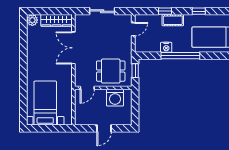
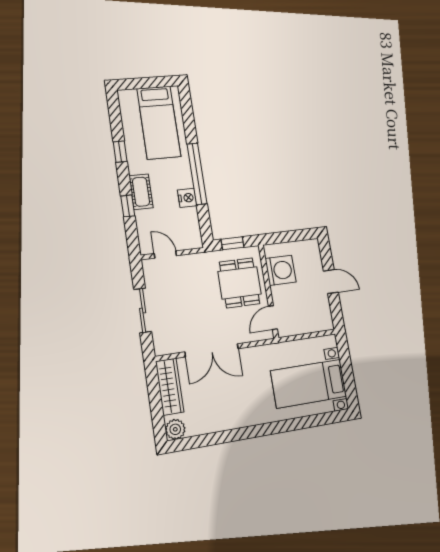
door: (87, 88) -> (273, 318), swing flipped

